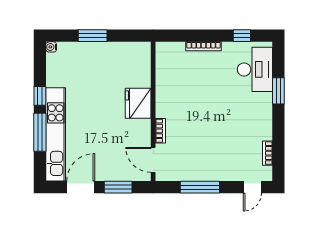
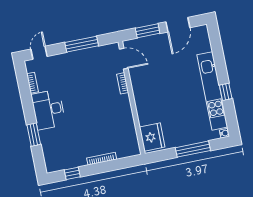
window: (93, 36) -> (193, 149), width x1.44
desk: (255, 69) -> (48, 109), moved
fridge: (138, 103) -> (152, 137), moved
window: (40, 132) -> (220, 62), removed
kitchen unit: (56, 134) -> (212, 91), moved

